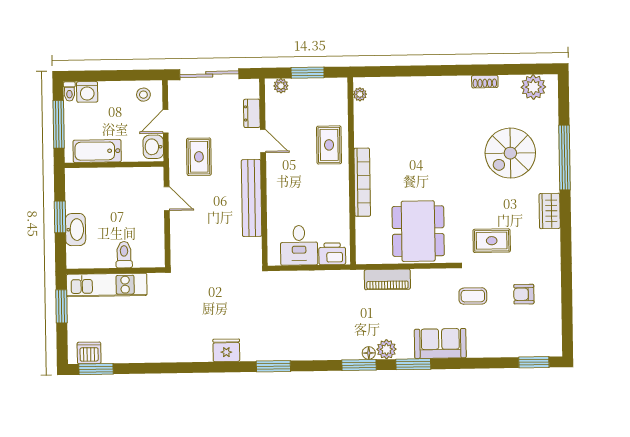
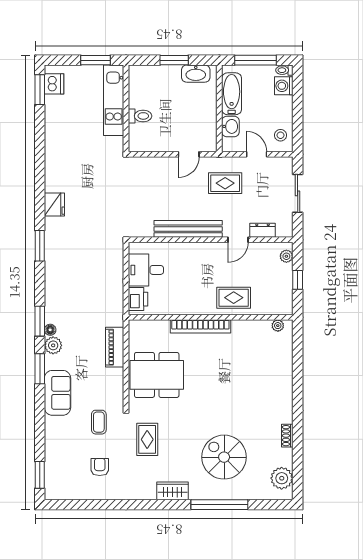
window: (308, 73) -> (298, 280), width x0.67
sliding door: (209, 74) -> (298, 193), width x0.73
washbasin: (153, 147) -> (230, 126), moved, turned 90
washbasin: (75, 230) -> (196, 74), moved

